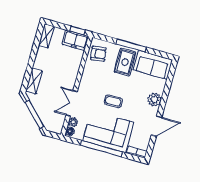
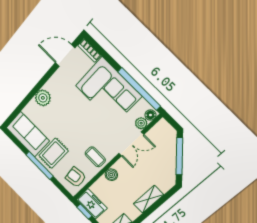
boiler: (73, 72) -> (111, 175), added
shelving: (34, 81) -> (148, 199), moved
coffee table: (113, 101) -> (95, 157), moved
door: (157, 126) -> (65, 55), moved
window: (101, 149) -> (139, 89), moved

